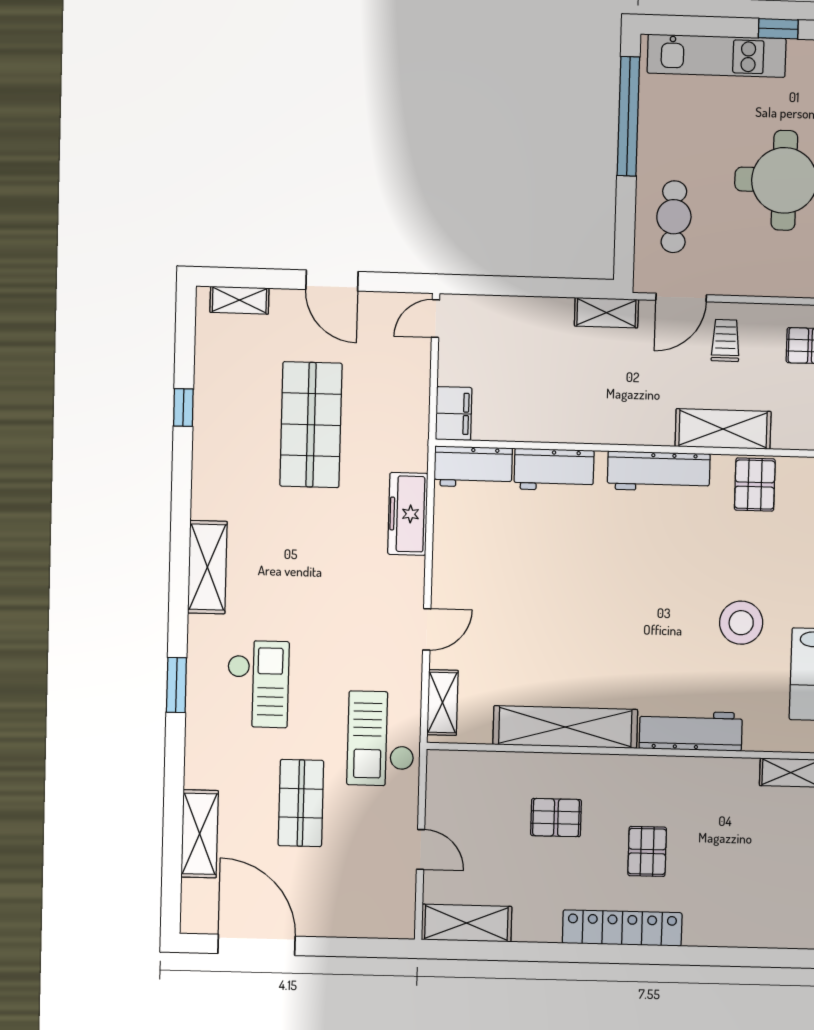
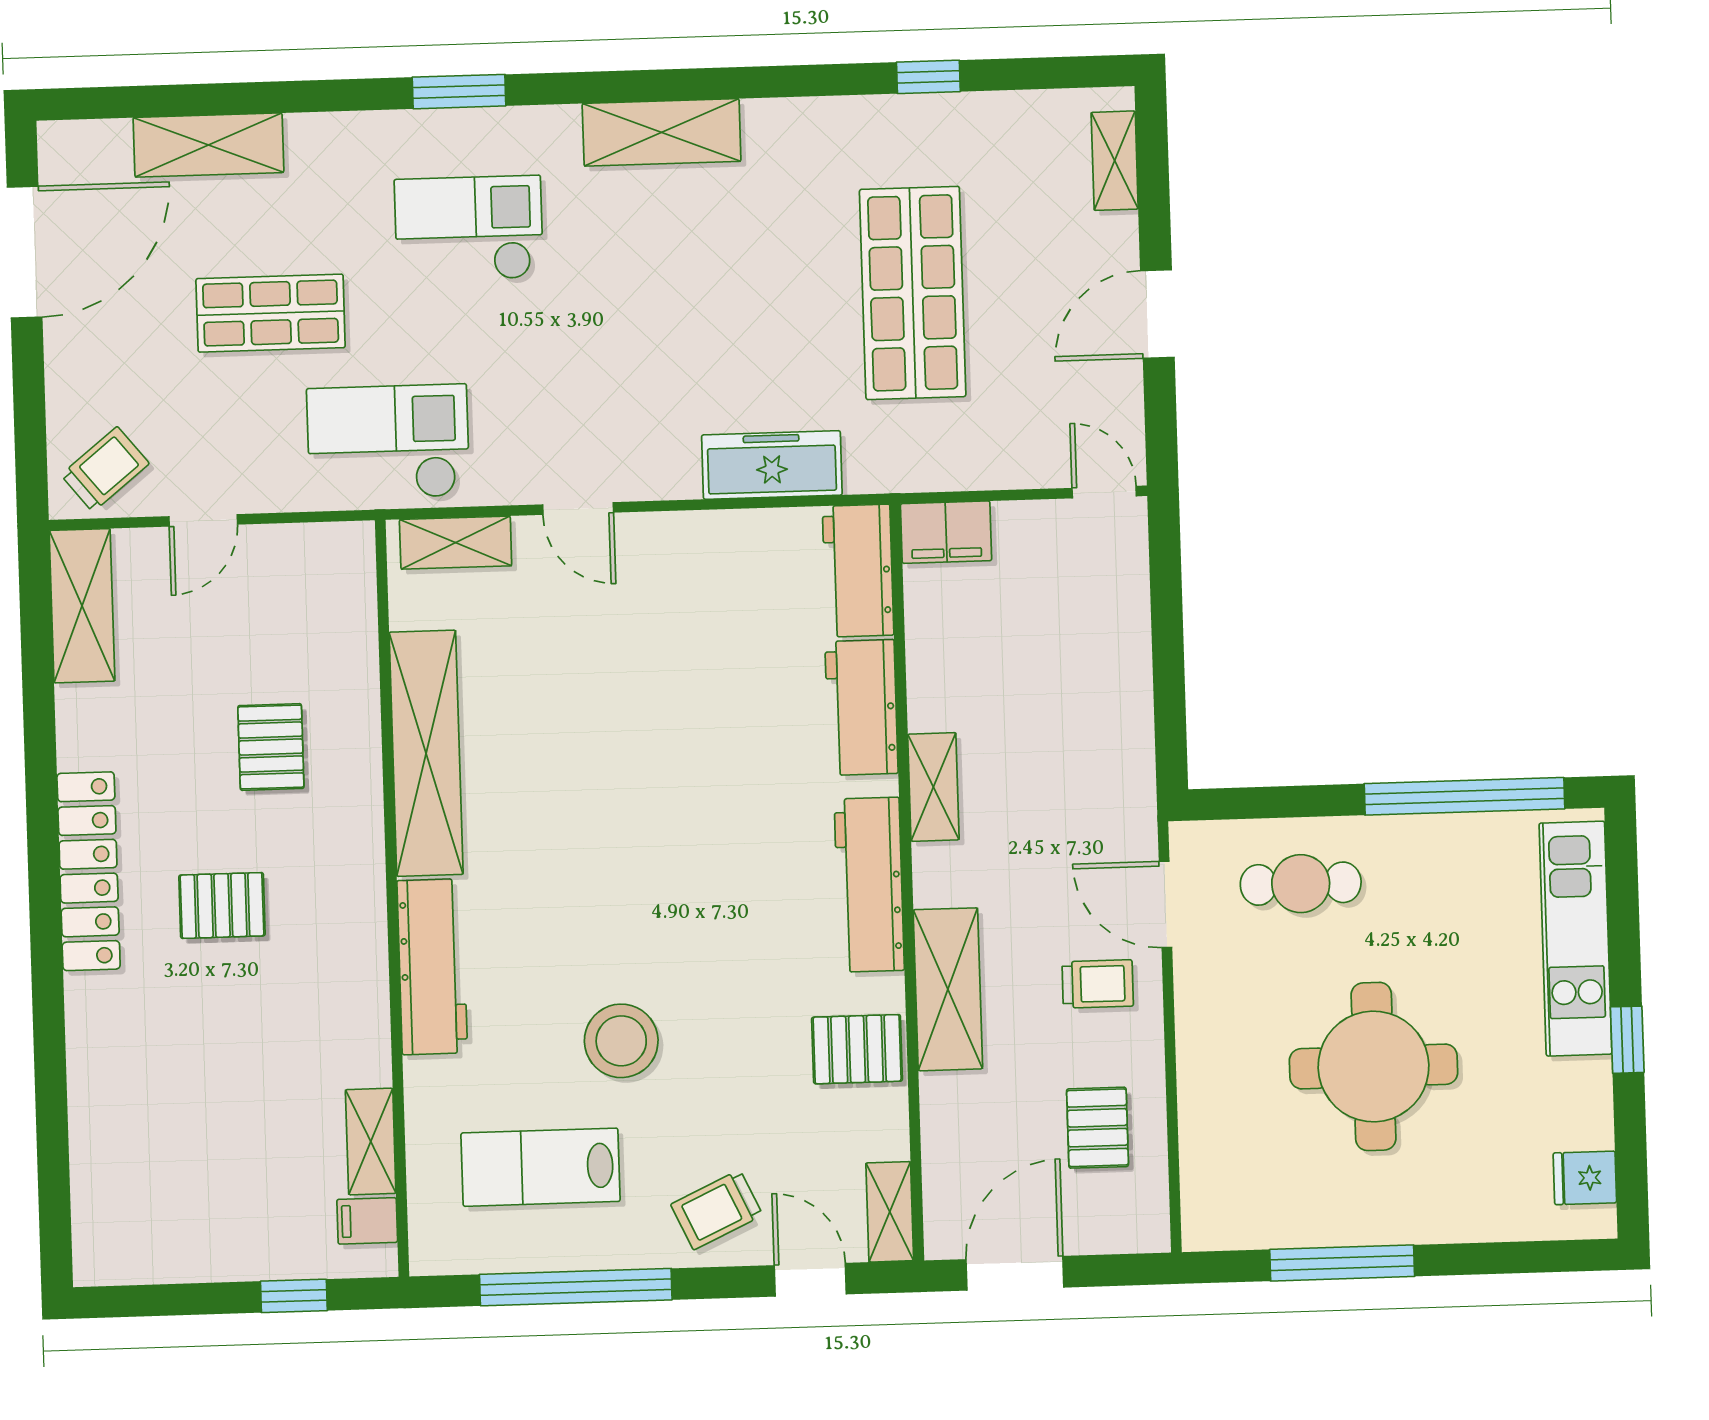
shelving: (606, 313) -> (933, 787), moved
shop shelf: (311, 425) -> (913, 293), turned 90
checkout: (258, 684) -> (469, 229), turned 180
trolley: (387, 905) -> (105, 469), added

